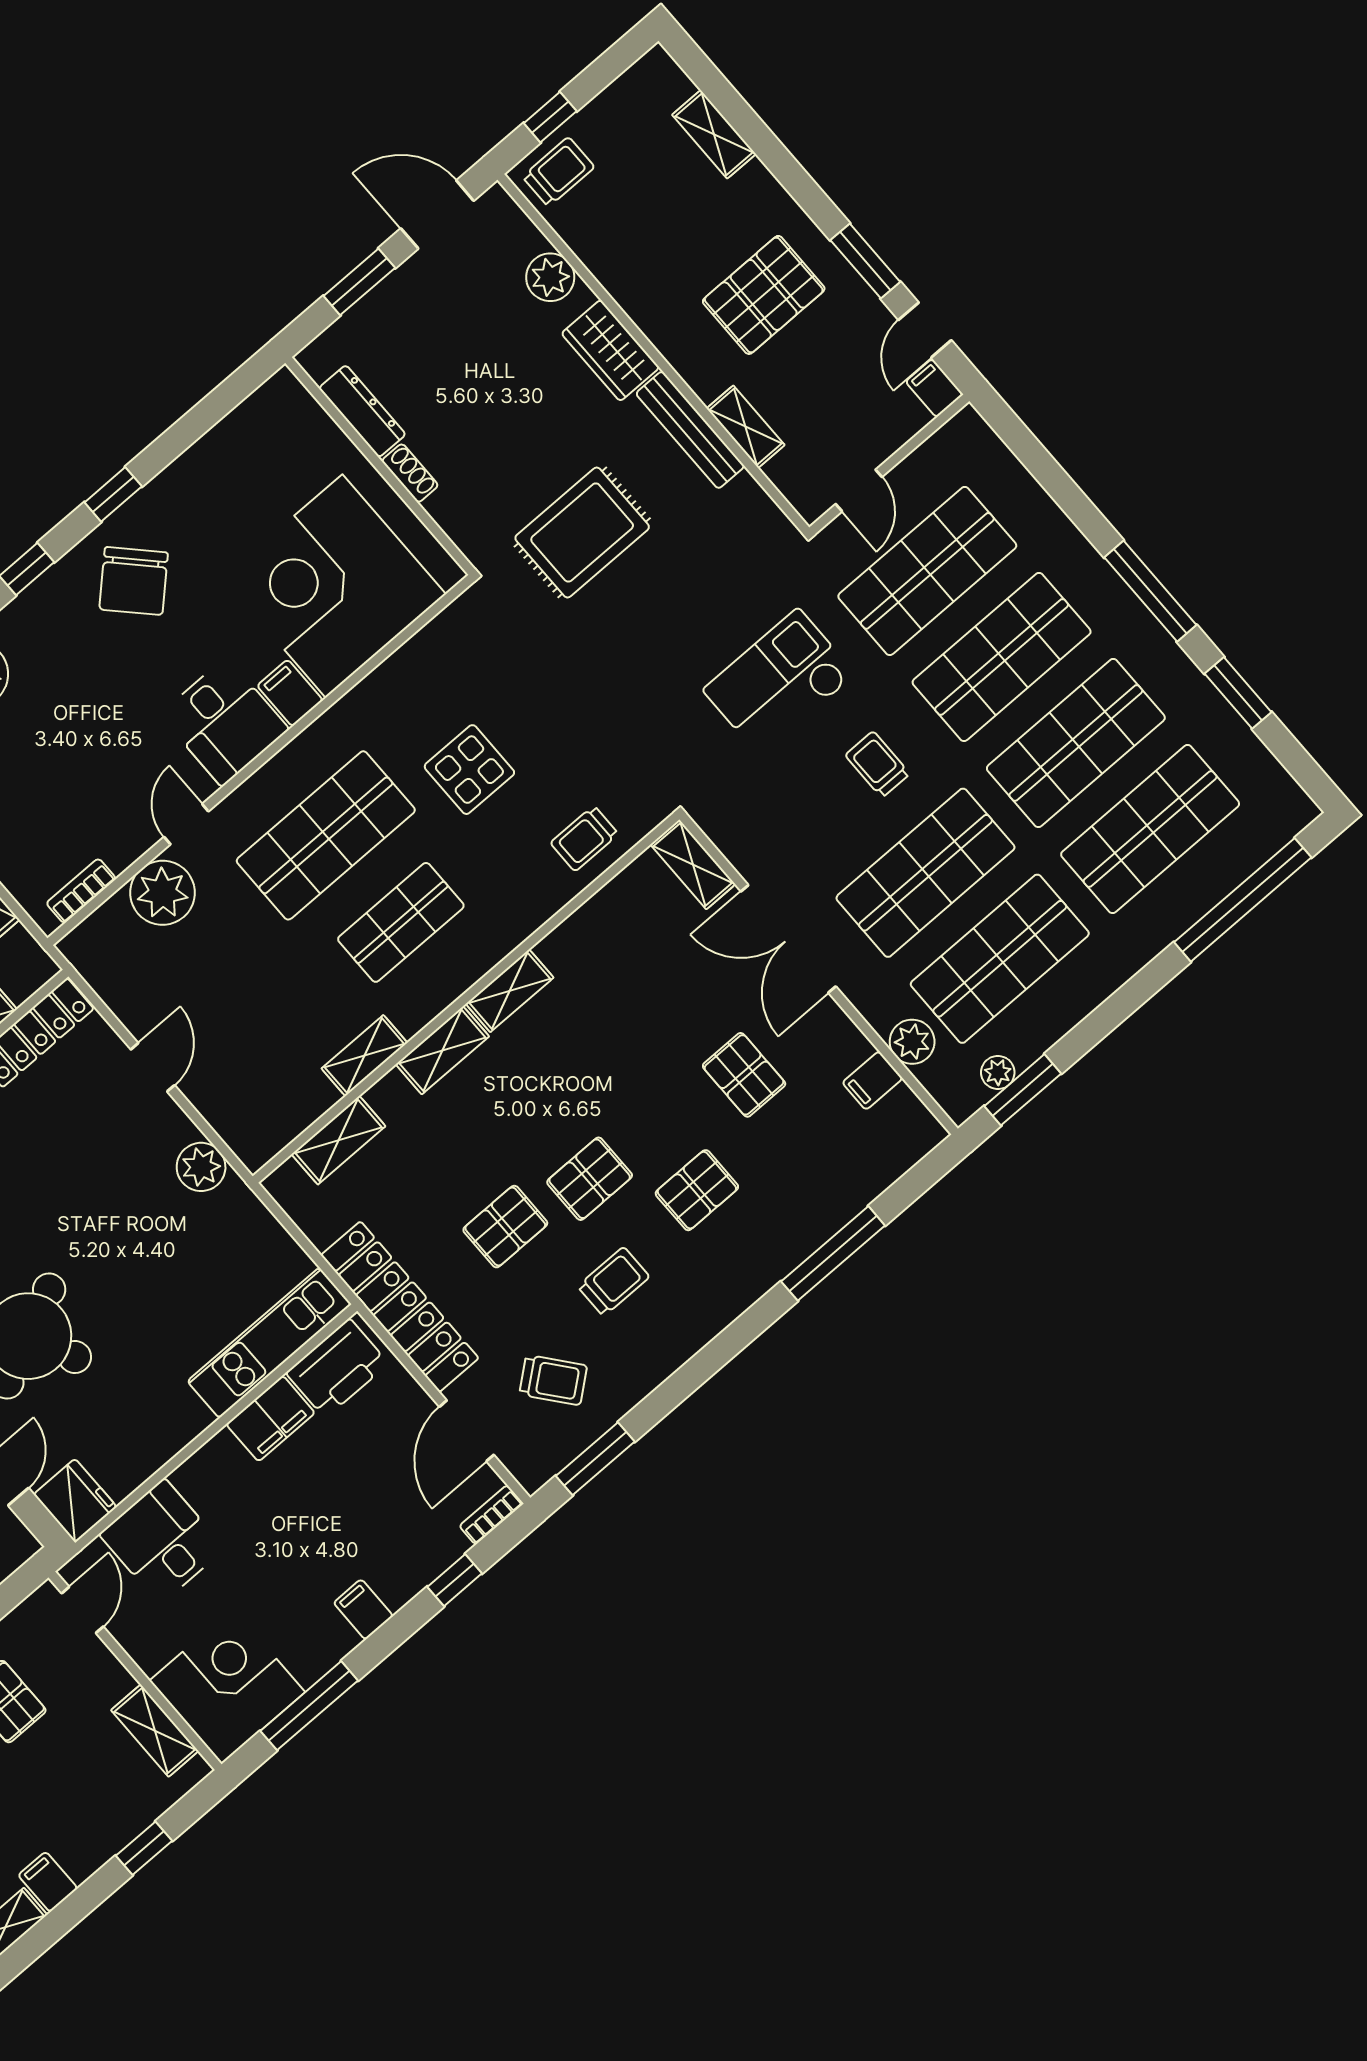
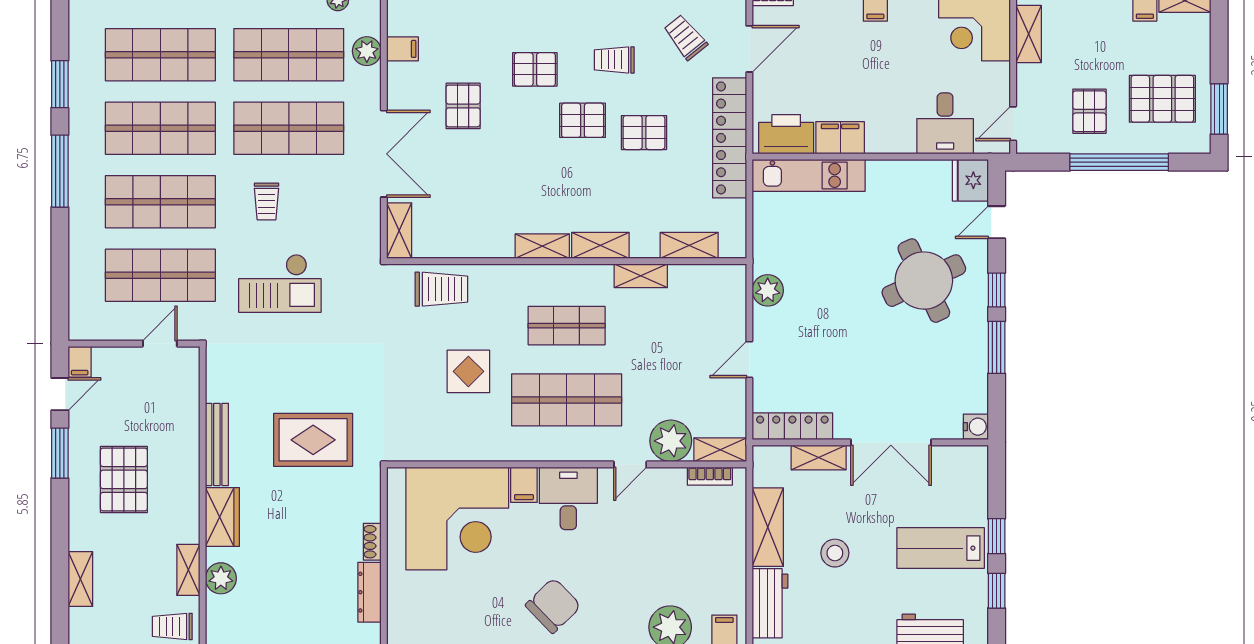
pallet: (764, 295) -> (124, 479), turned 90
shelving: (746, 427) -> (188, 570), moved
trolley: (584, 838) -> (441, 289), width x1.36, depth x1.39
shelving: (96, 932) -> (720, 450), added

